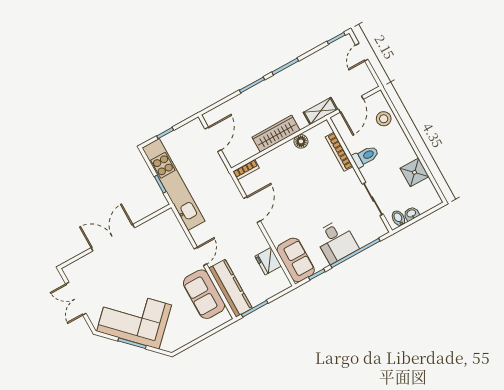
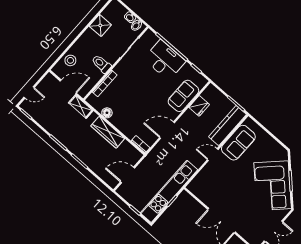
desk: (336, 241) -> (165, 60), width x1.37
sofa: (296, 260) -> (183, 96), moved

